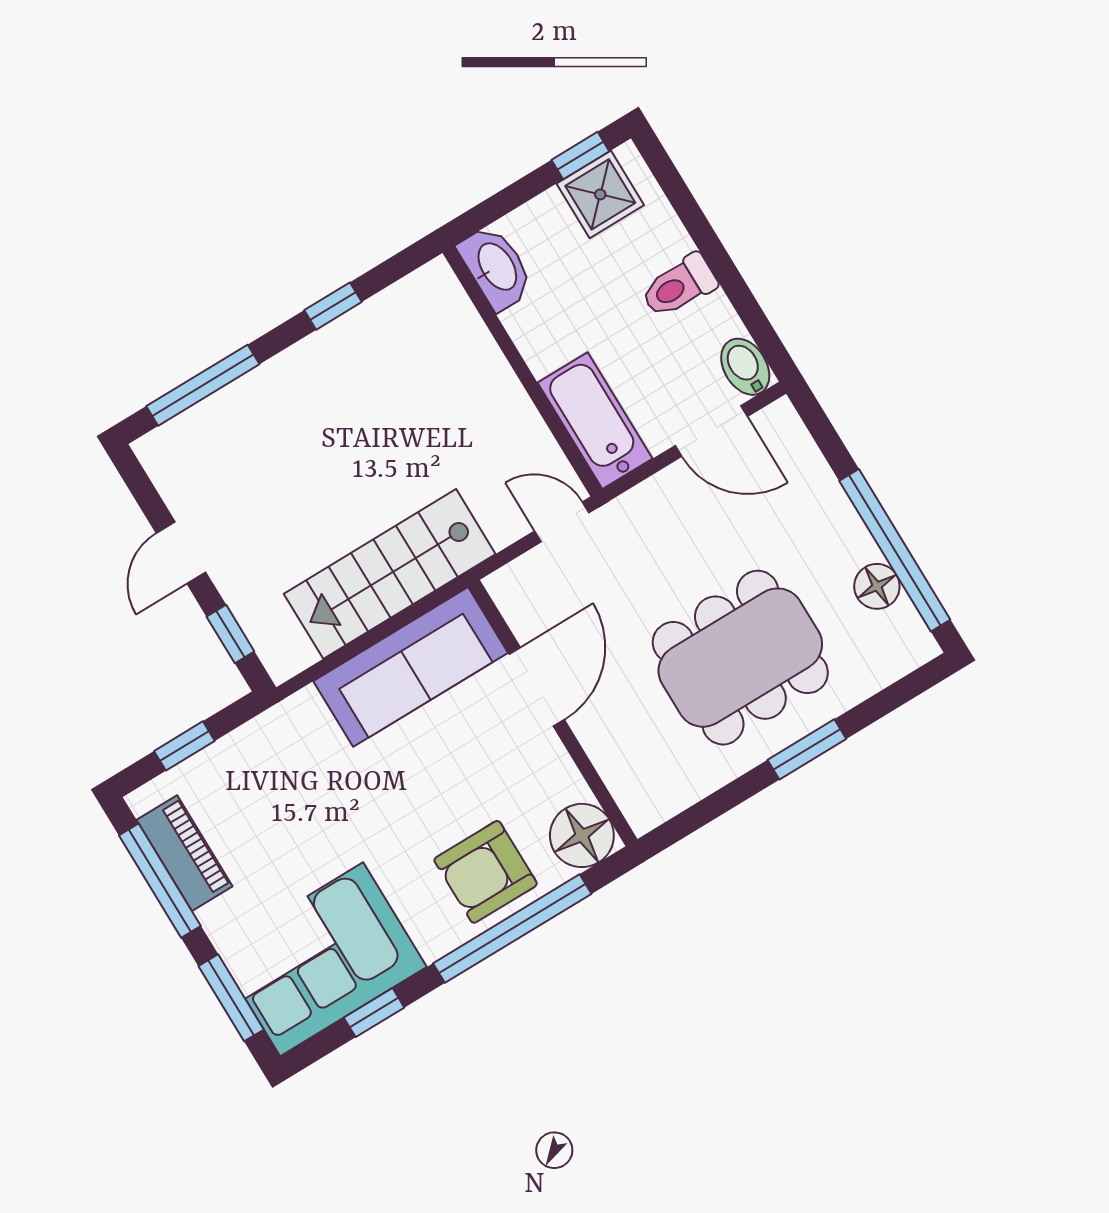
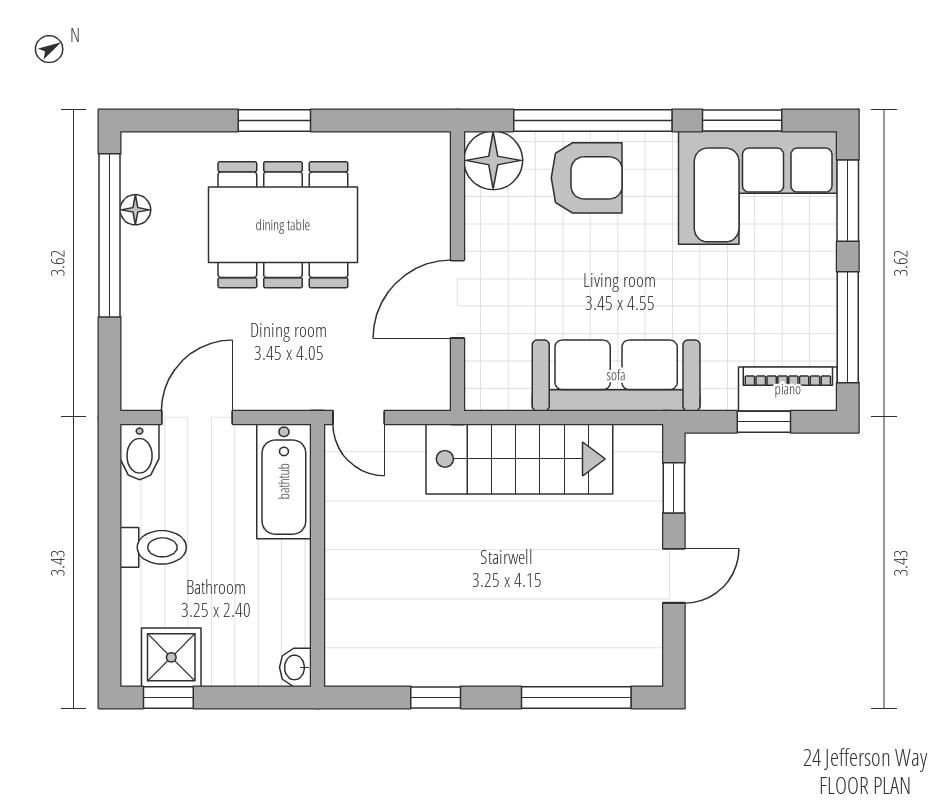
washbasin: (496, 267) -> (295, 667), width x0.52, depth x0.69
door: (711, 431) -> (197, 417), hinge flipped
floor lamp: (877, 586) -> (135, 210), width x0.73, depth x0.73
sofa: (411, 667) -> (616, 375), moved
piano: (185, 853) -> (788, 389), moved, turned 90
window: (374, 1013) -> (742, 120), width x1.50

